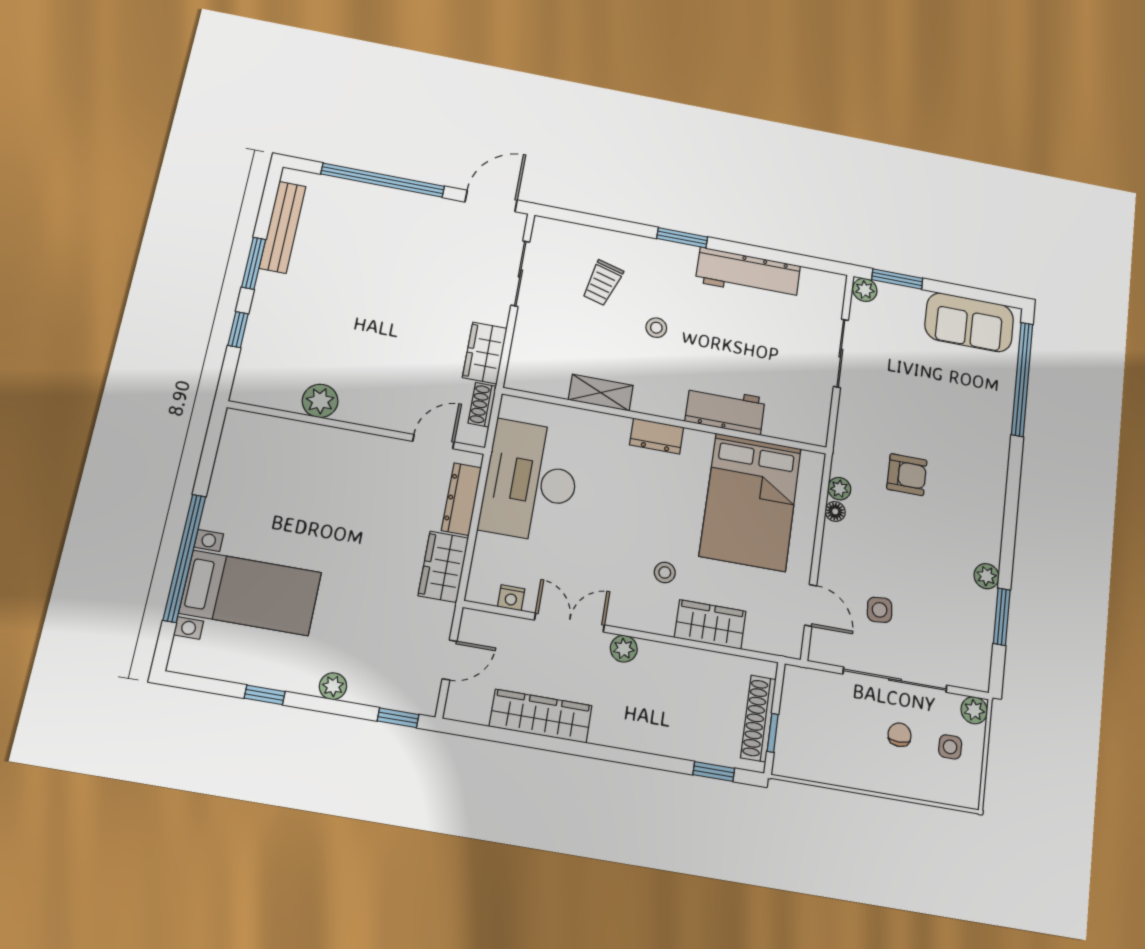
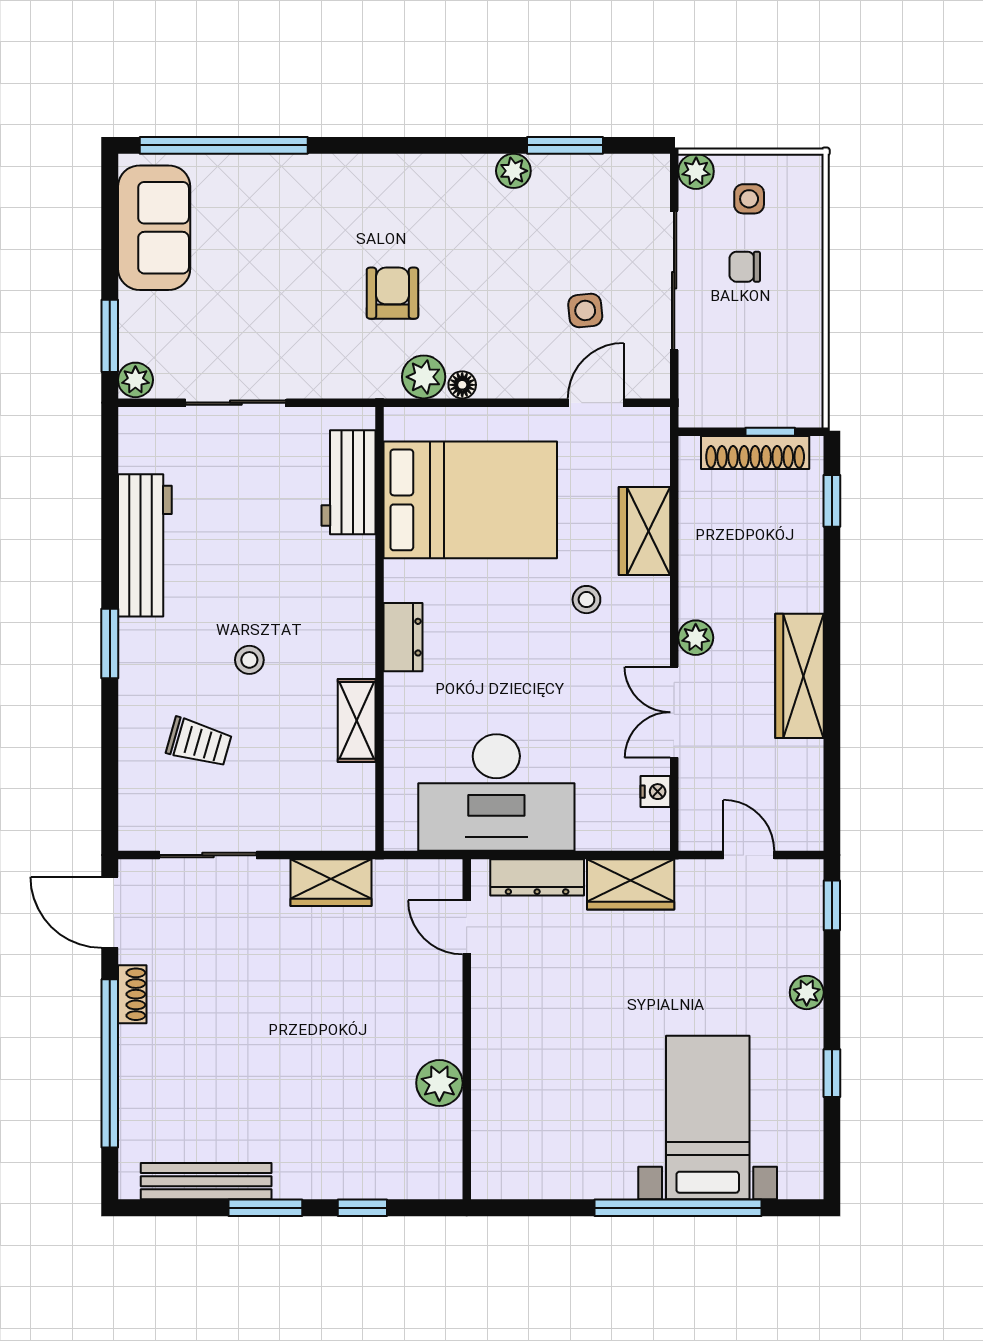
shoe rack: (482, 405) -> (132, 994), moved, turned -90
workbench: (725, 410) -> (348, 482), moved
plant: (839, 489) -> (424, 377), width x1.38, depth x1.38
wardrobe: (541, 716) -> (799, 676), moved

